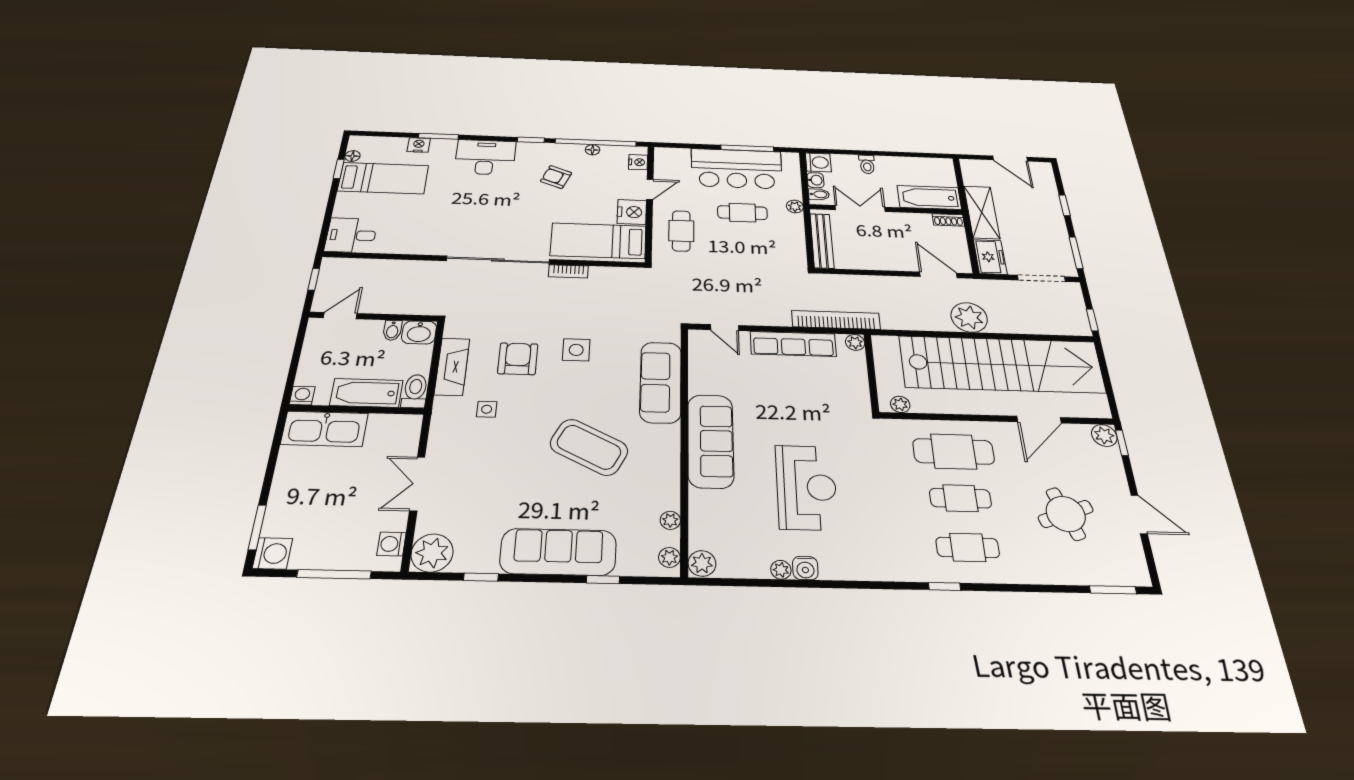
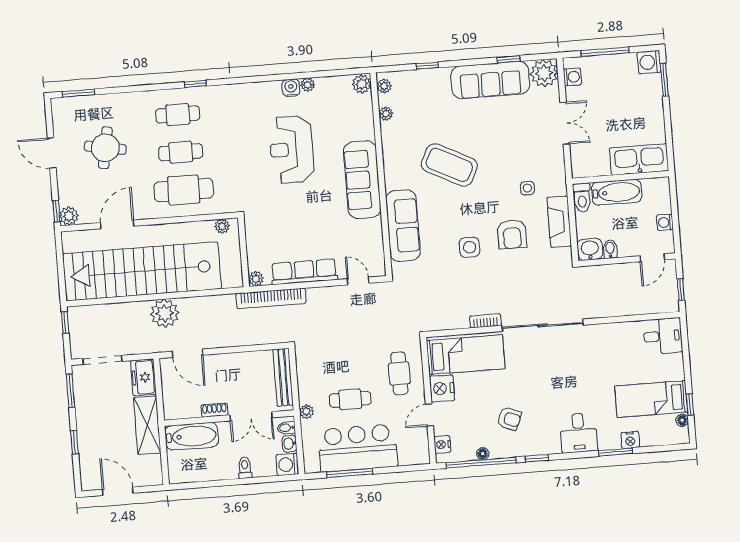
desk: (485, 157) -> (579, 433), width x0.73
shoe rack: (948, 220) -> (214, 410), moved
washing machine: (302, 396) -> (665, 222), moved, turned 90
round table: (1066, 514) -> (105, 148), turned 30
sofa: (558, 552) -> (490, 80), moved

